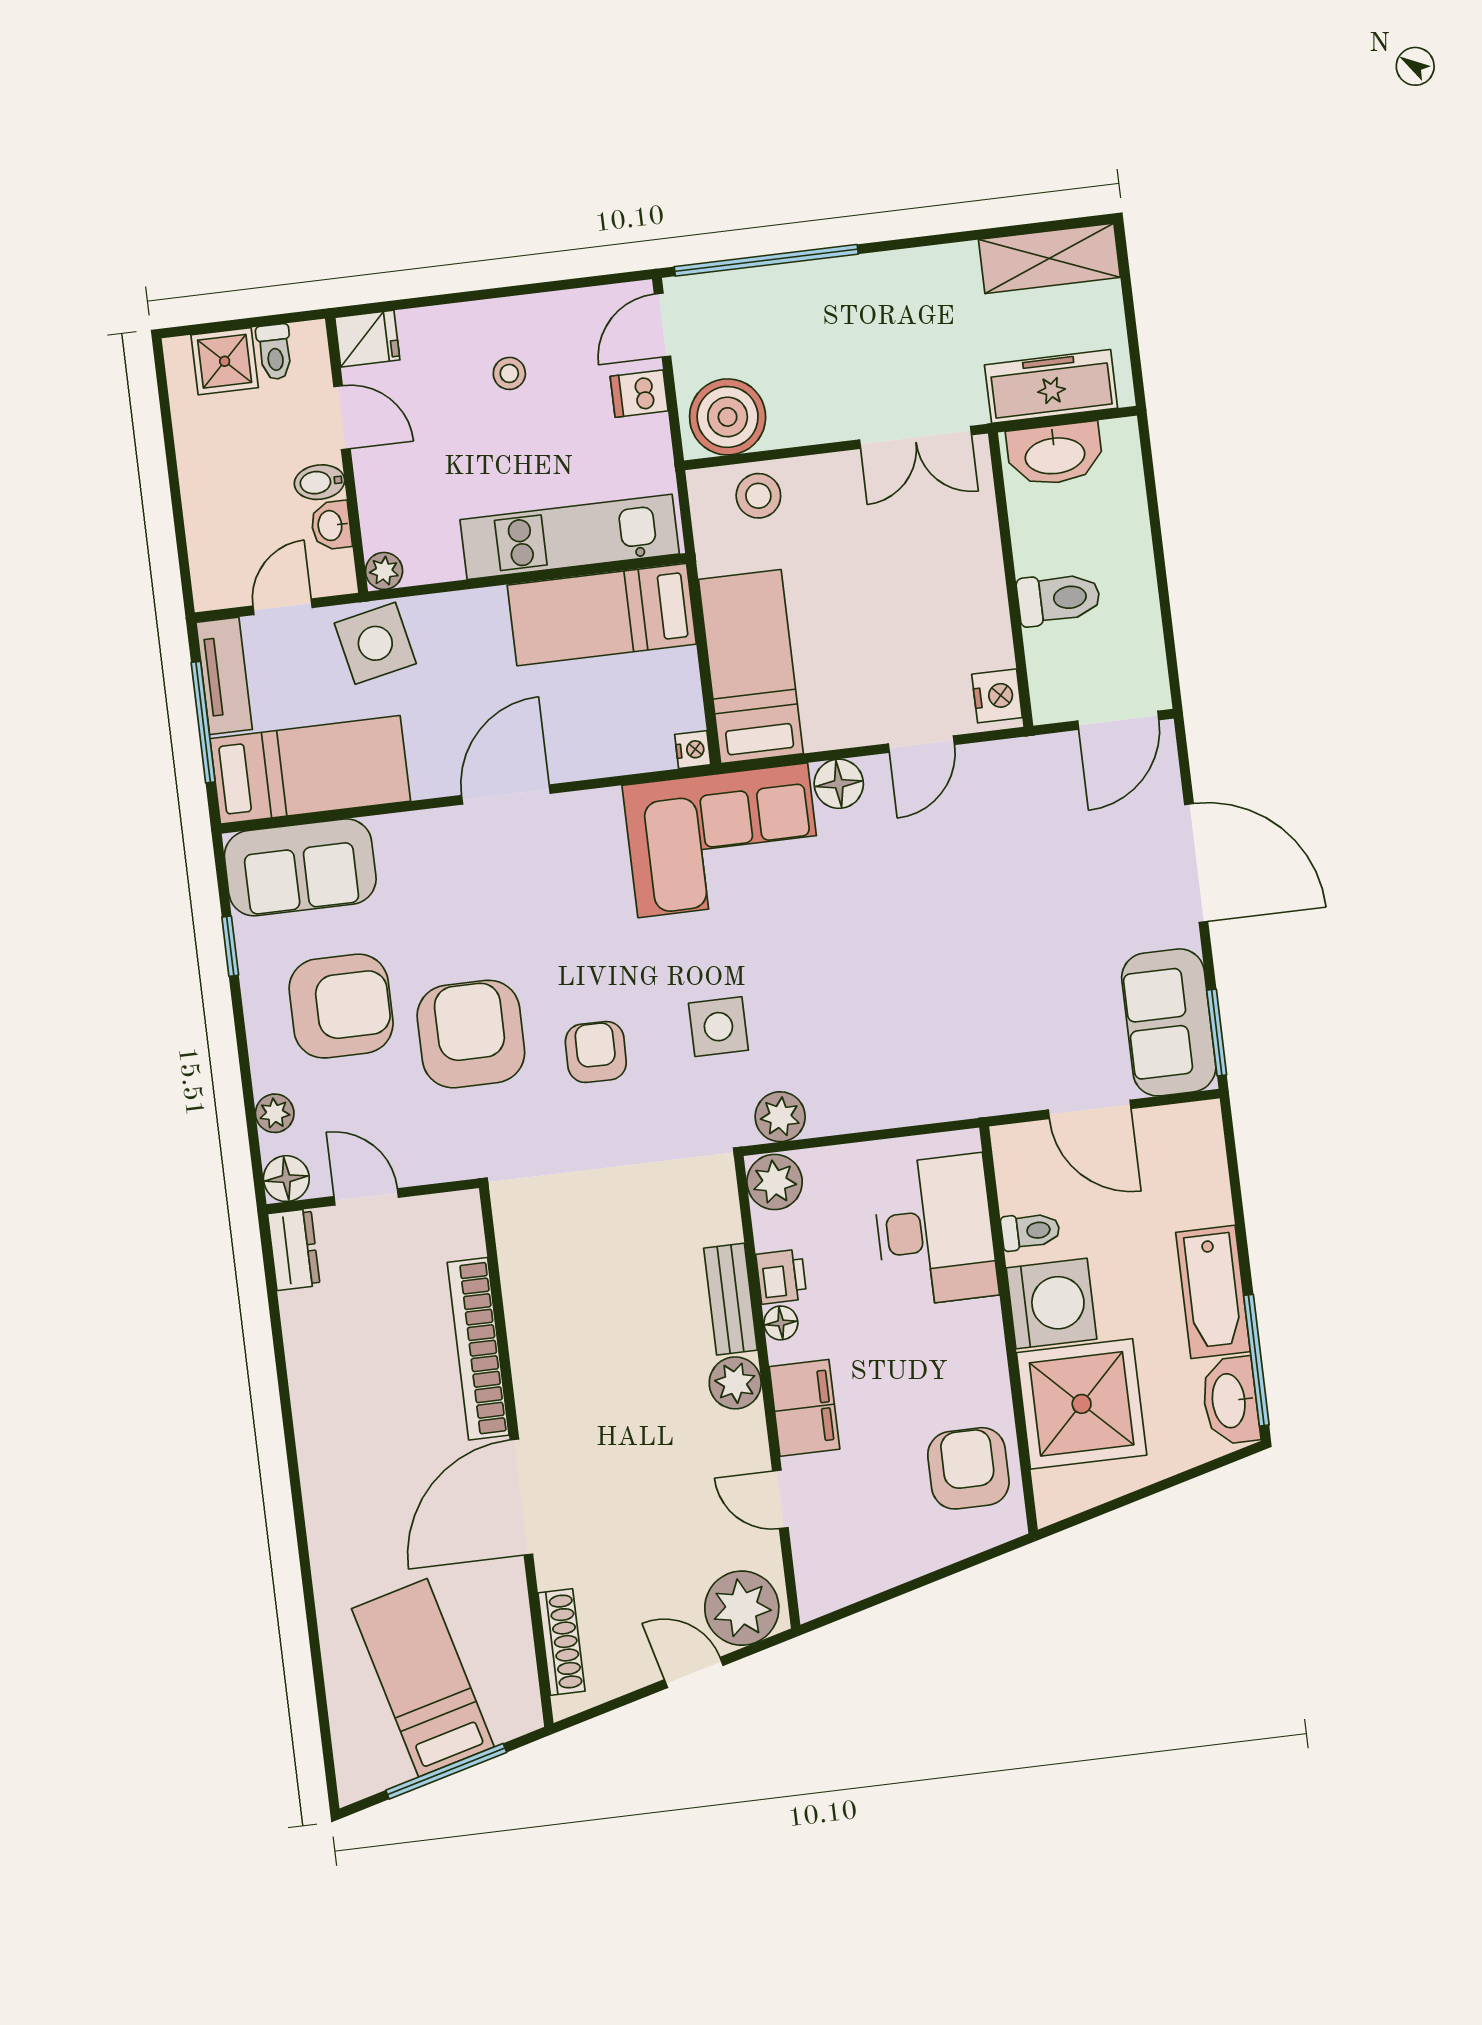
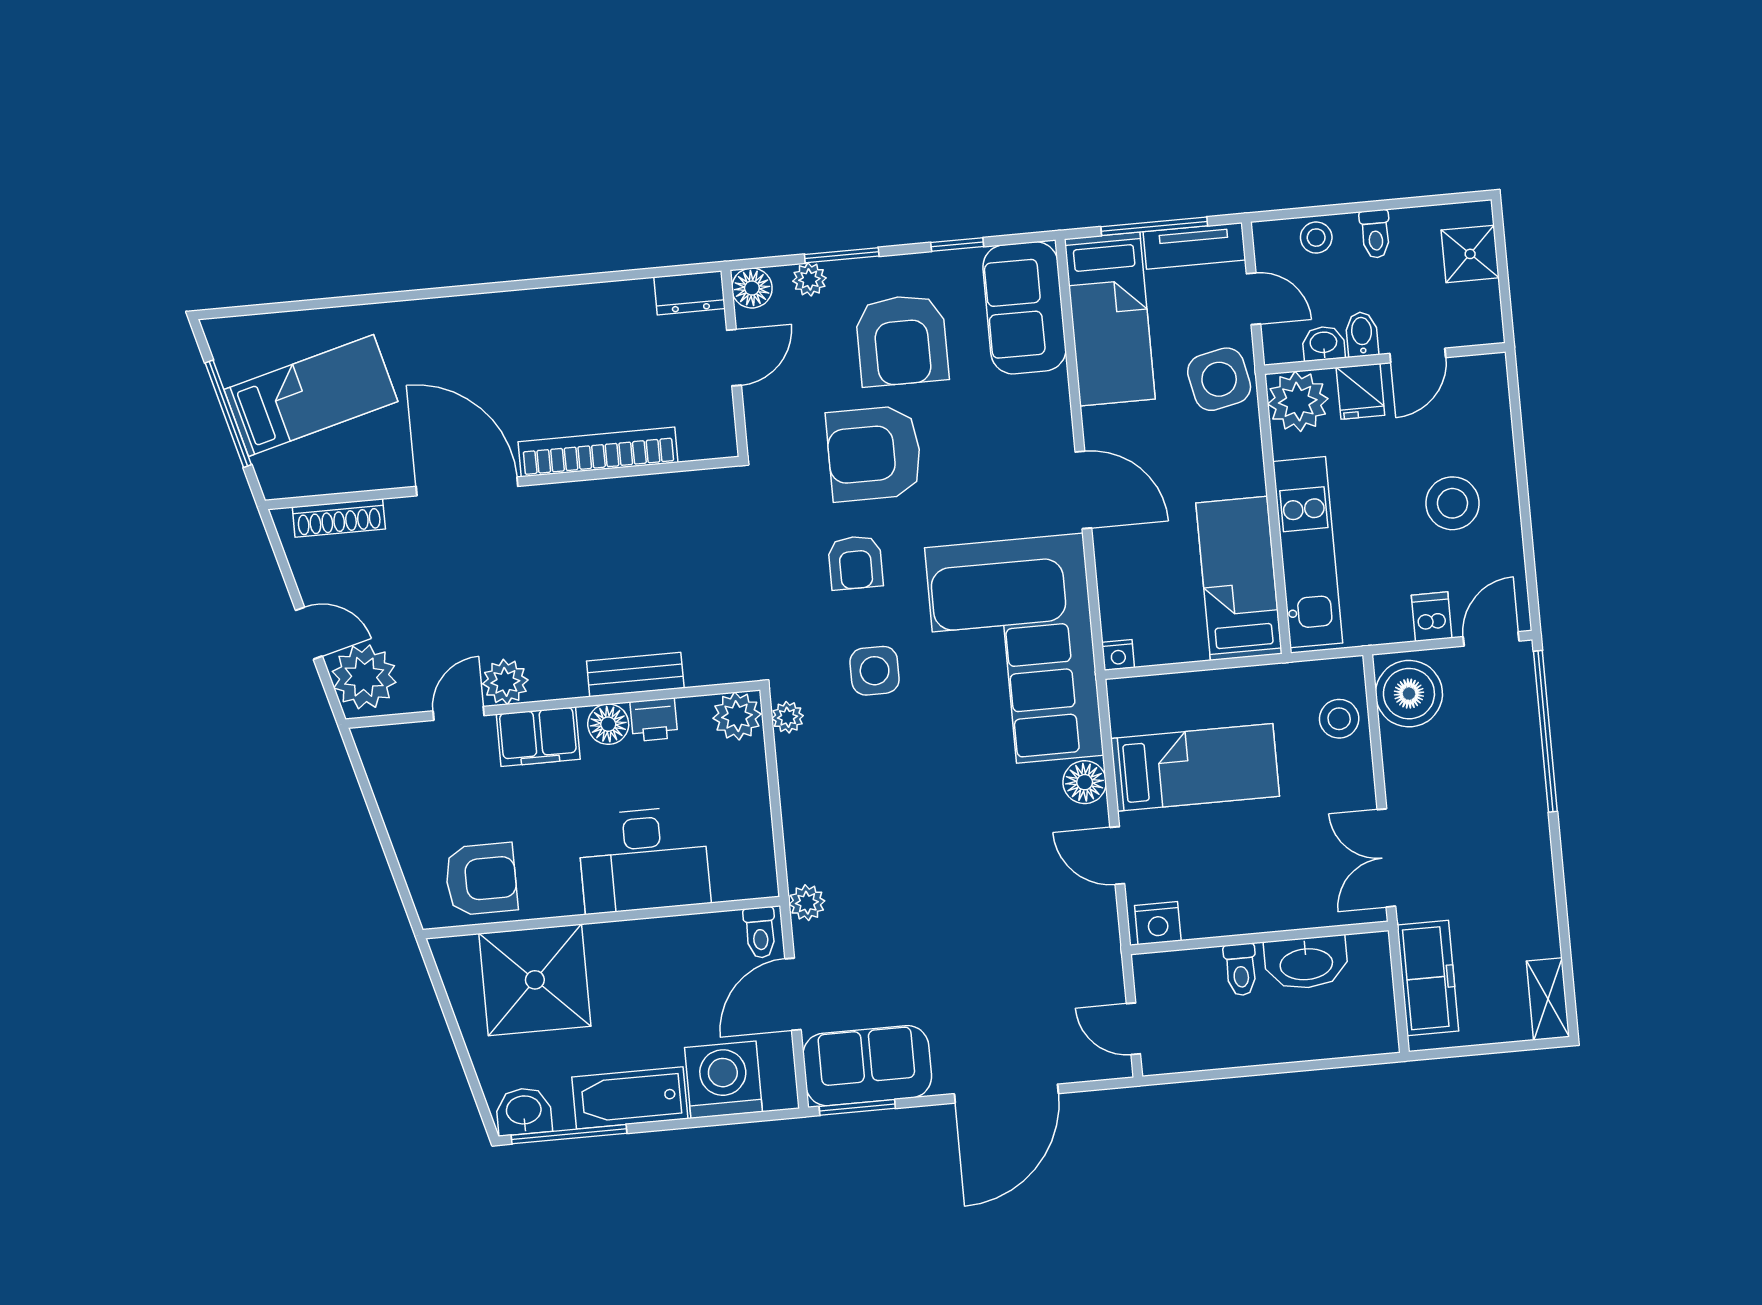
shelving: (1049, 258) -> (1548, 999), width x0.67, depth x0.75
door: (663, 325) -> (1491, 639), hinge flipped
fridge: (367, 339) -> (1360, 391), moved
toilet: (275, 352) -> (1375, 234), moved, turned -90
stool: (509, 373) -> (1452, 503), width x1.89, depth x1.89
washbasin: (1055, 454) -> (1306, 963), moved, turned -90
stool: (211, 537) -> (1316, 238), added
plant: (384, 571) -> (1298, 401), width x1.88, depth x1.88
toilet: (1059, 599) -> (1241, 970), width x0.73, depth x0.72
bed: (751, 666) -> (1195, 767), moved
door: (1118, 720) -> (1133, 1029), width x0.73
corner sofa: (723, 840) -> (1014, 651), width x1.36, depth x1.36
armchair: (471, 1034) -> (874, 453), turned 180
armchair: (596, 1052) -> (855, 563), turned 89
window: (246, 1077) -> (842, 255), added
plant: (985, 1096) -> (807, 903), added
plant: (780, 1117) -> (788, 717), width x0.73, depth x0.73
desk: (935, 1230) -> (644, 860), moved
toilet: (1030, 1231) -> (760, 933), moved
washing machine: (1051, 1304) -> (723, 1080), moved, turned 180
floor lamp: (781, 1323) -> (608, 724), width x1.37, depth x1.37
plant: (735, 1383) -> (505, 682), moved
washbasin: (1230, 1401) -> (524, 1111), width x0.72
door: (694, 1672) -> (309, 633), hinge flipped

